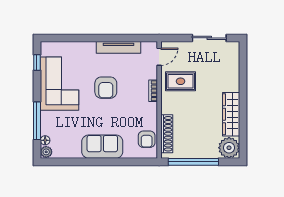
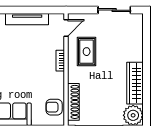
rug: (180, 81) -> (87, 52), turned 90
armchair: (106, 88) -> (15, 58), removed
armchair: (147, 139) -> (54, 107), turned 90

